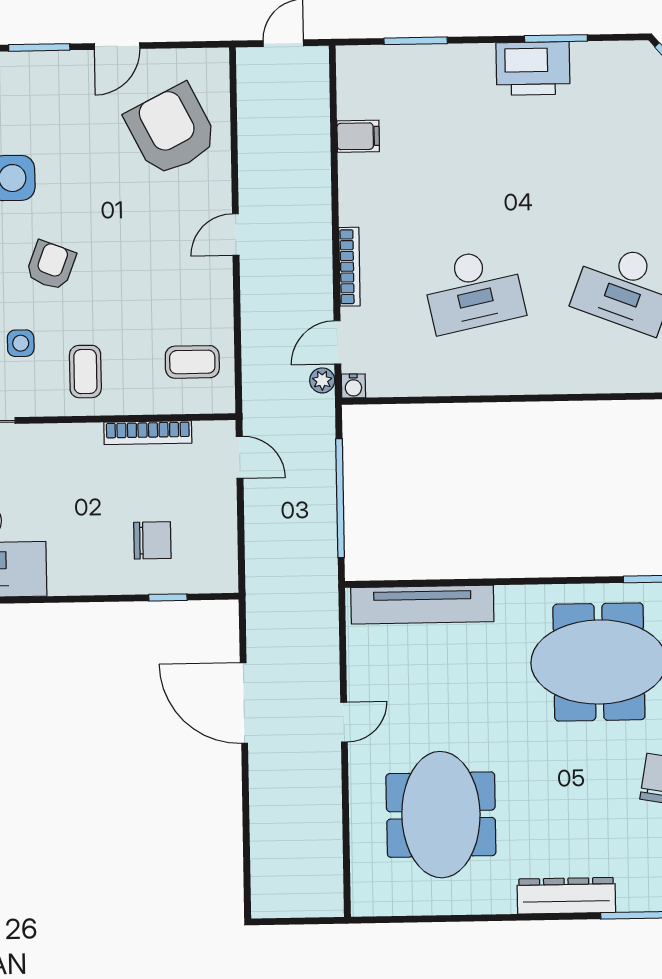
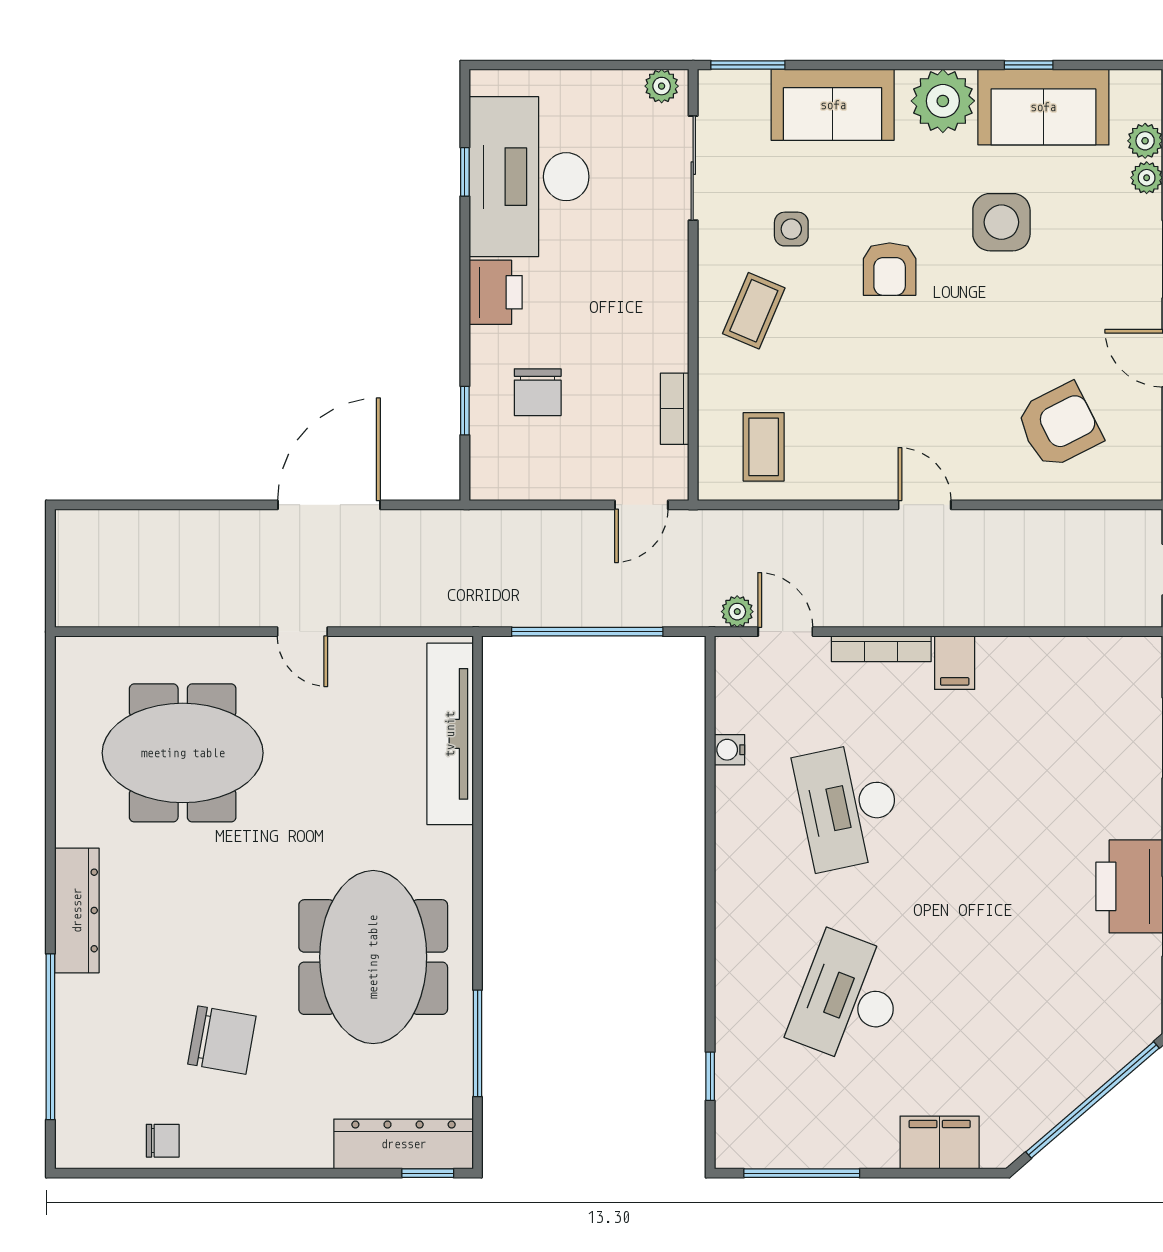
armchair: (171, 130) -> (1059, 426), width x0.73, depth x0.73
filing cabinet: (358, 136) -> (955, 663), moved
armchair: (51, 265) -> (890, 269), turned 69
coffee table: (85, 372) -> (754, 311), turned -67
water cooler: (353, 386) -> (730, 750), moved
bookcase: (148, 433) -> (675, 409), width x0.64
printer: (74, 575) -> (496, 292), added

